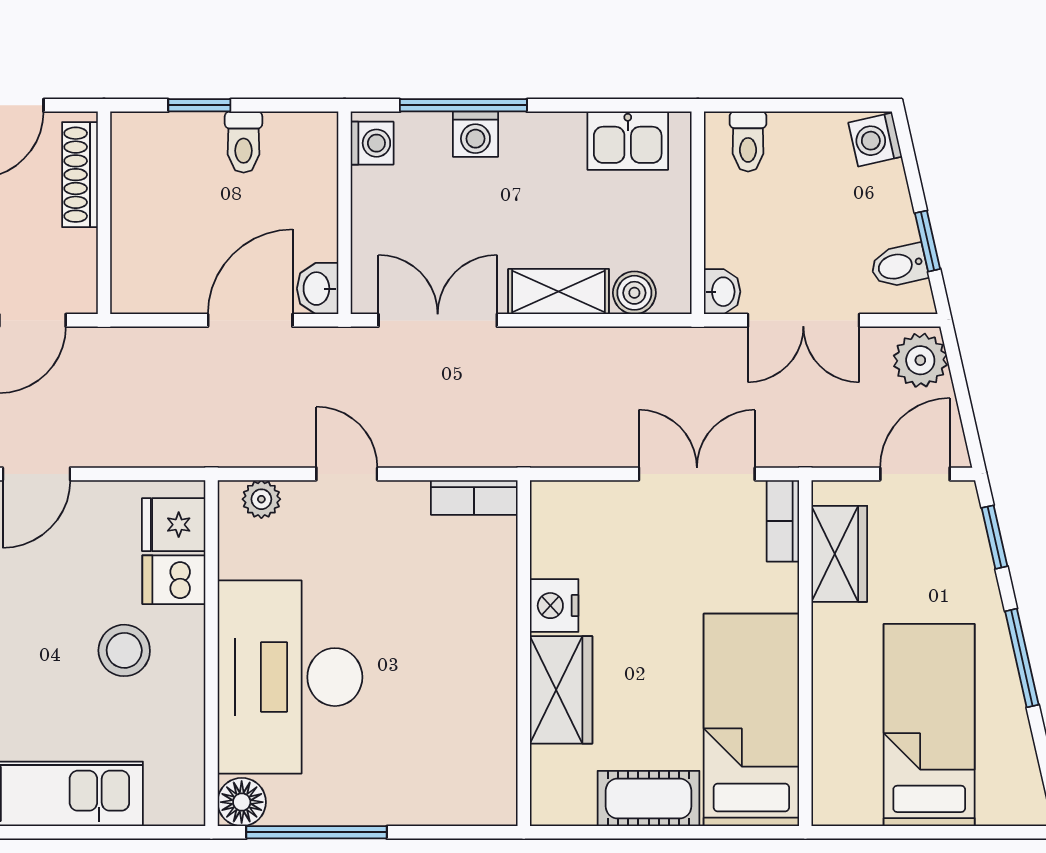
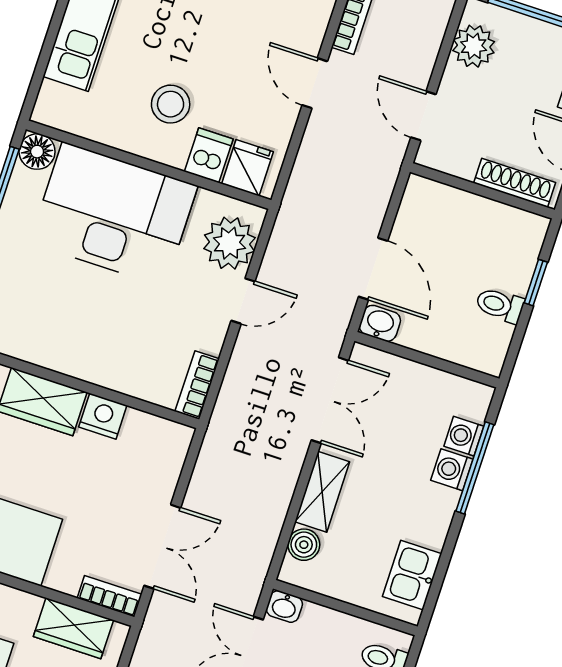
washing machine: (372, 143) -> (464, 436), moved, turned 90
plant: (261, 499) -> (229, 243), width x1.88, depth x1.88

